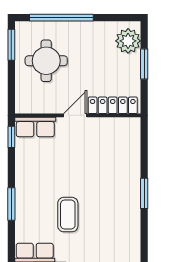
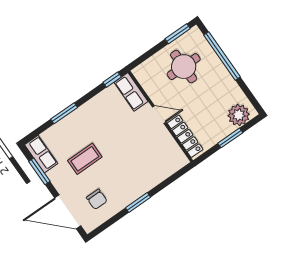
chair: (114, 230) -> (97, 199), added

